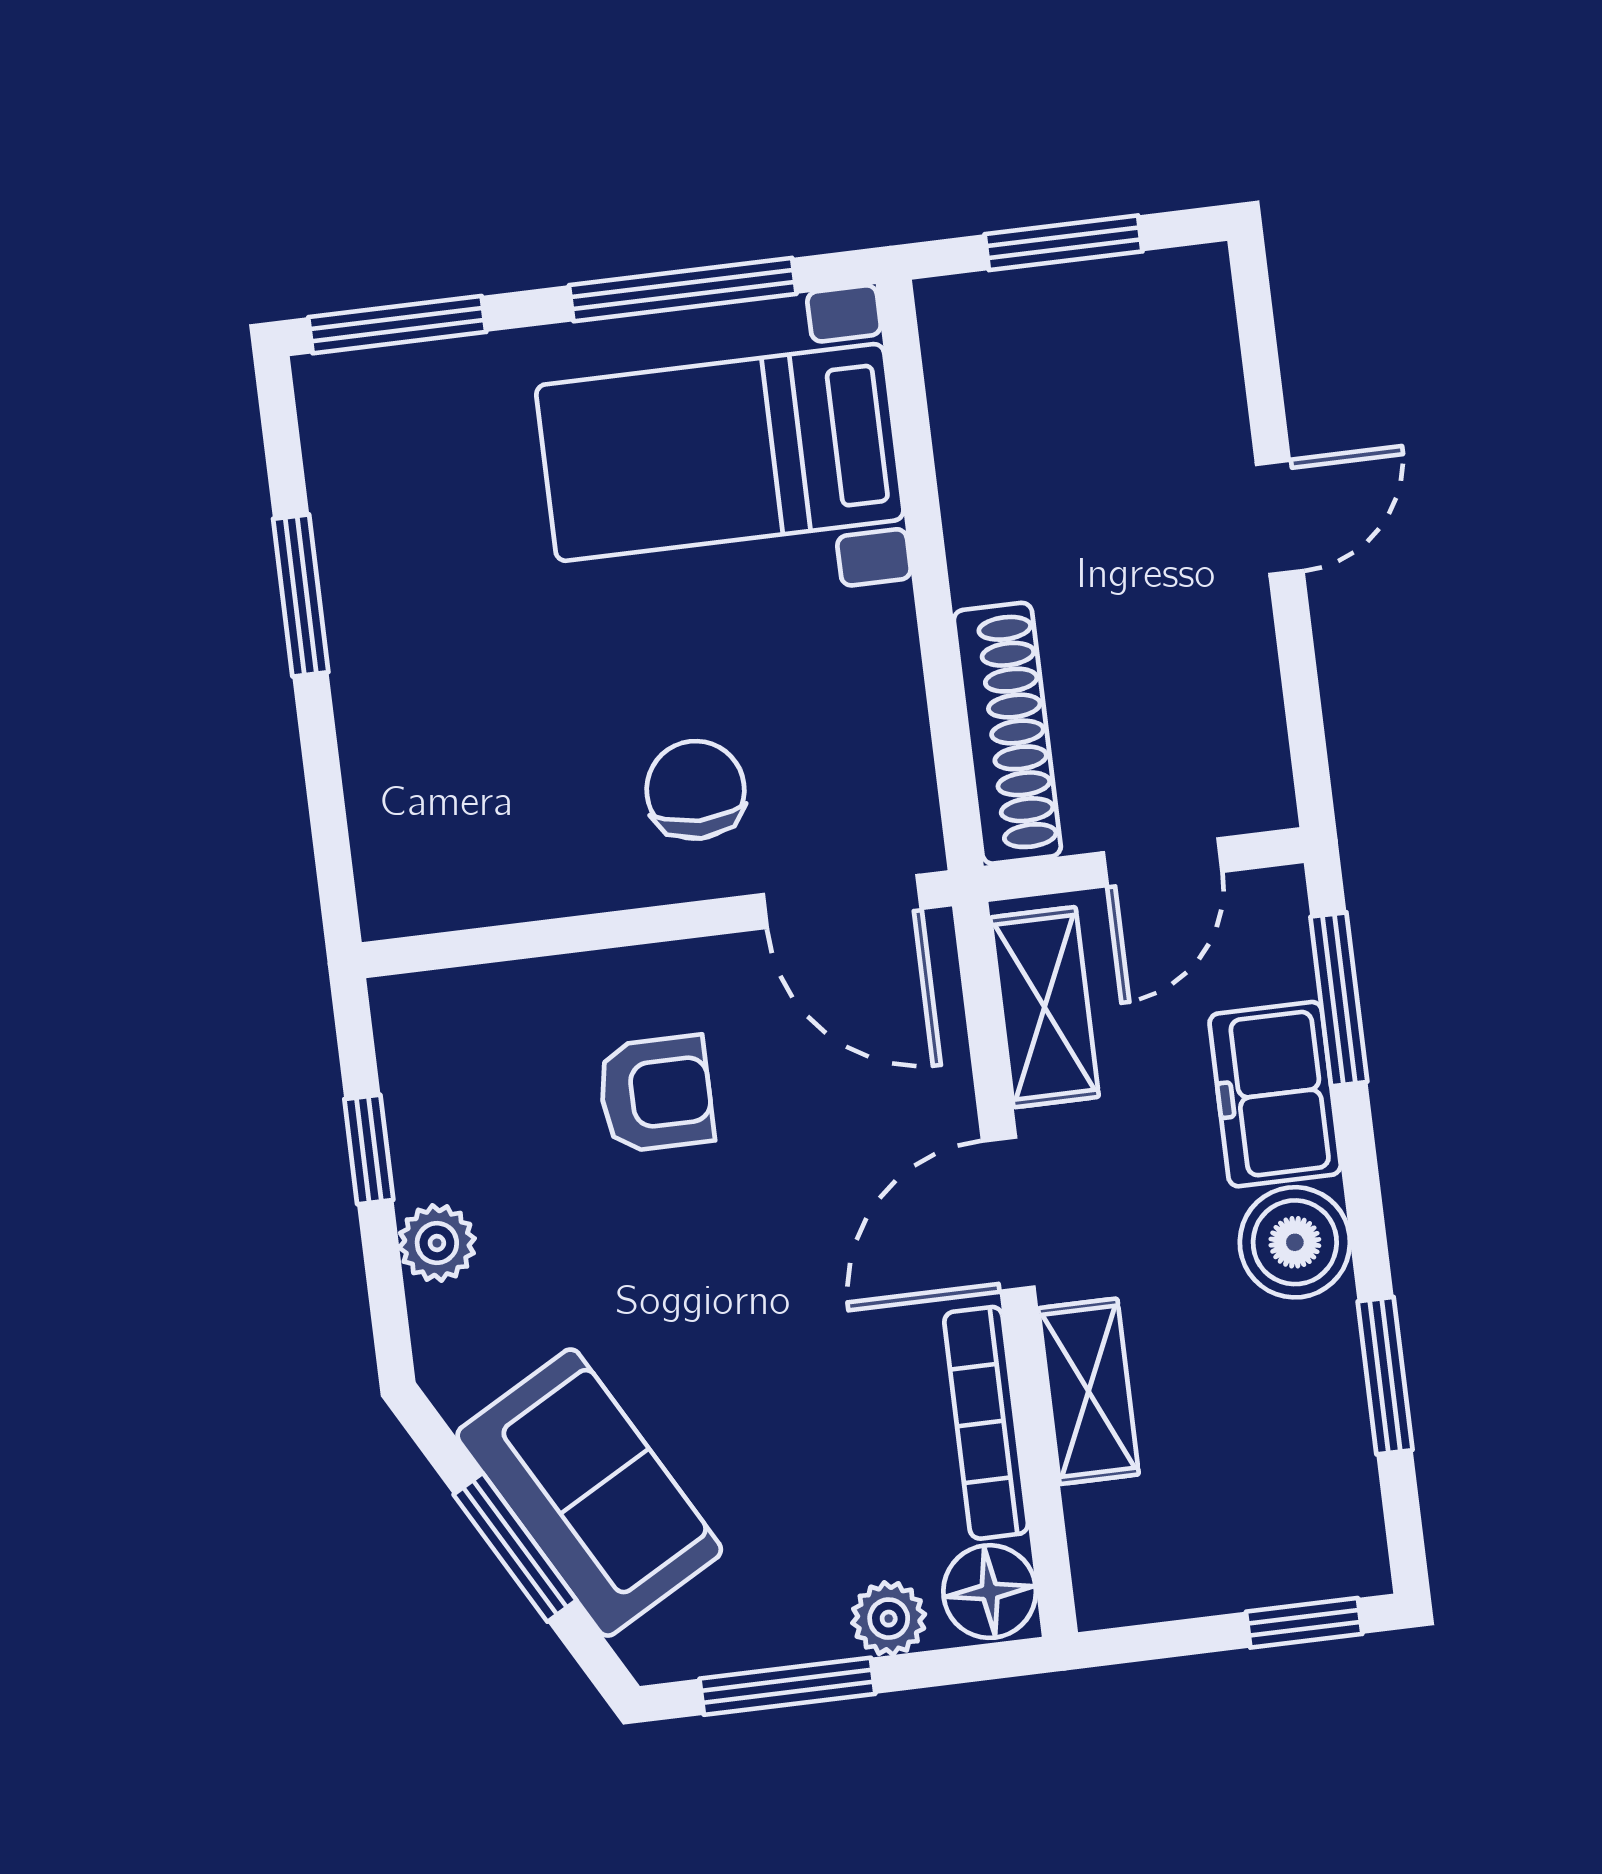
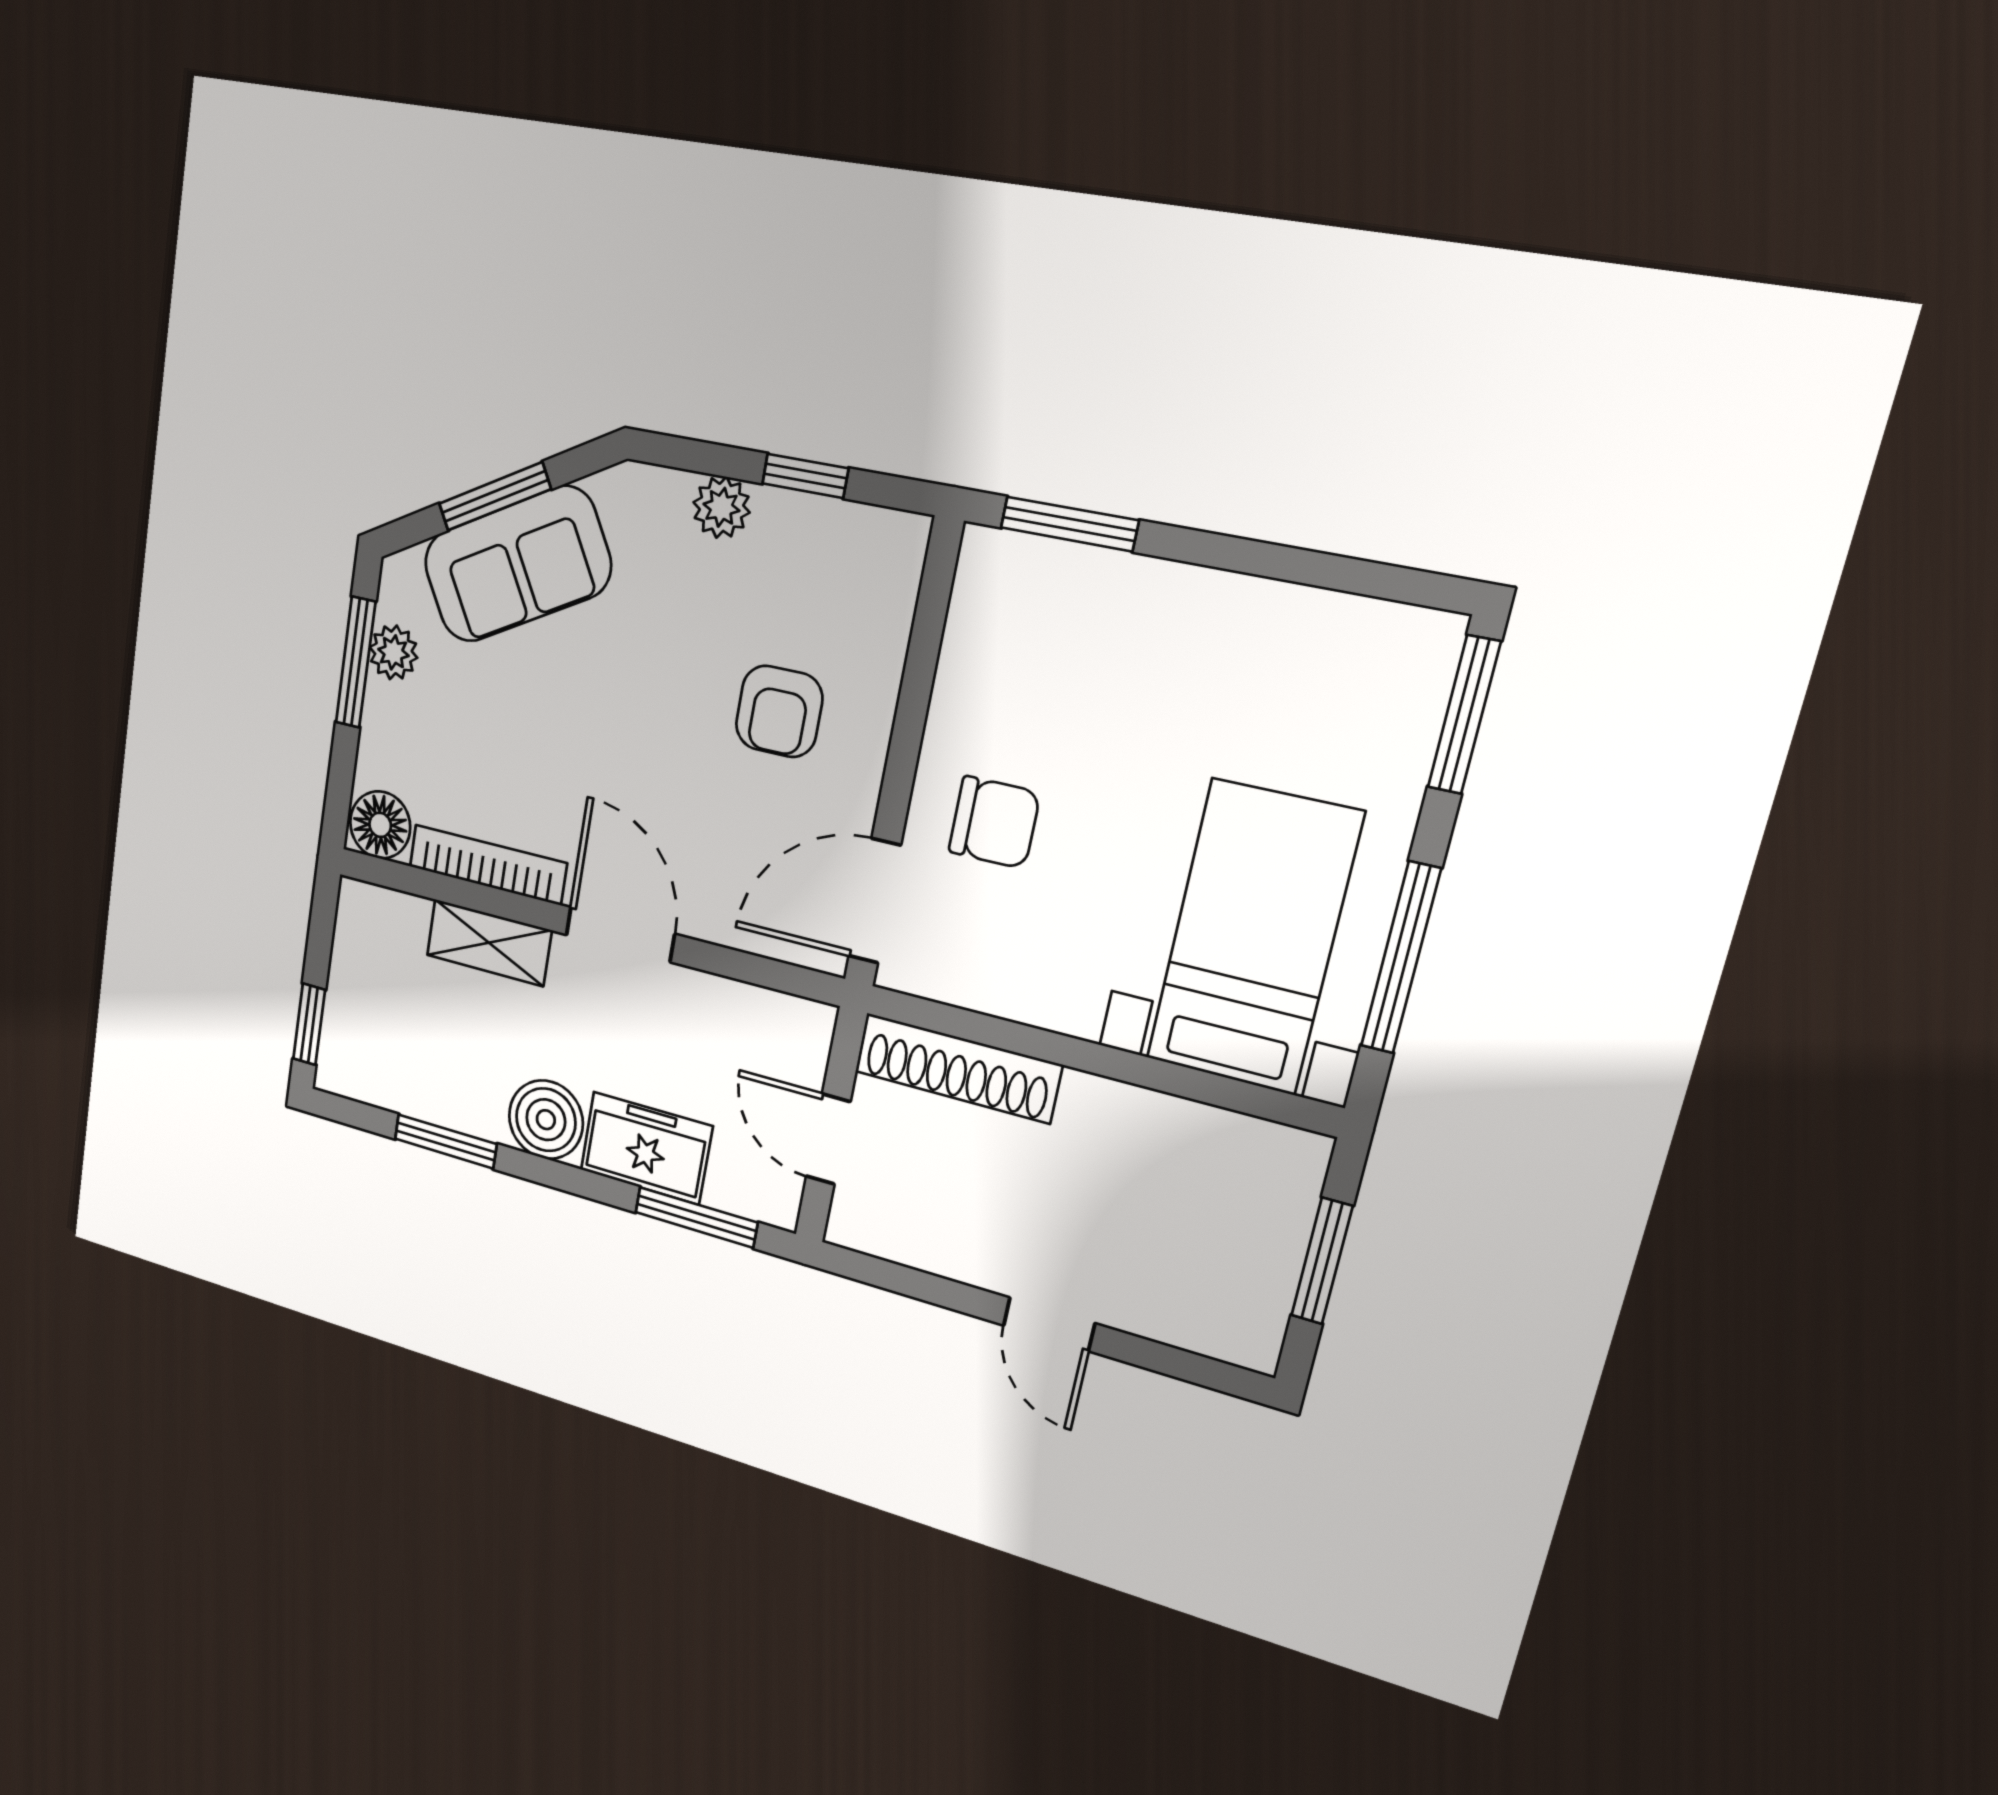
window: (301, 595) -> (1069, 524), moved
shelving: (1045, 1007) -> (753, 1016), removed
plant: (889, 1619) -> (393, 652), moved

